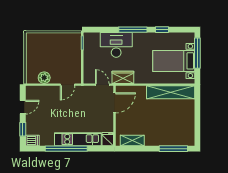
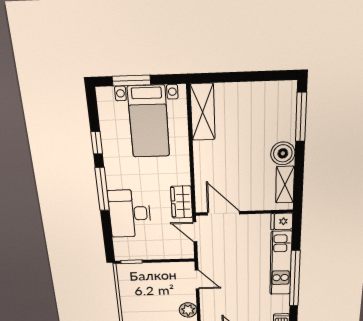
window: (197, 53) -> (131, 81), width x0.69
door: (102, 85) -> (195, 232), hinge flipped
shelving: (171, 92) -> (203, 112), width x0.68
boiler: (152, 139) -> (283, 153), added

